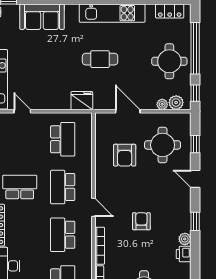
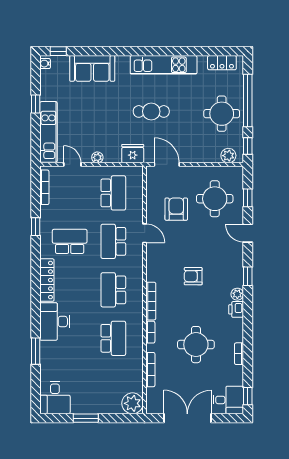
plant: (162, 104) -> (97, 157), moved
door: (128, 111) -> (167, 164), moved
armchair: (125, 155) -> (176, 209), turned 180
door: (93, 207) -> (145, 233), moved
armchair: (141, 221) -> (193, 276), turned -90

